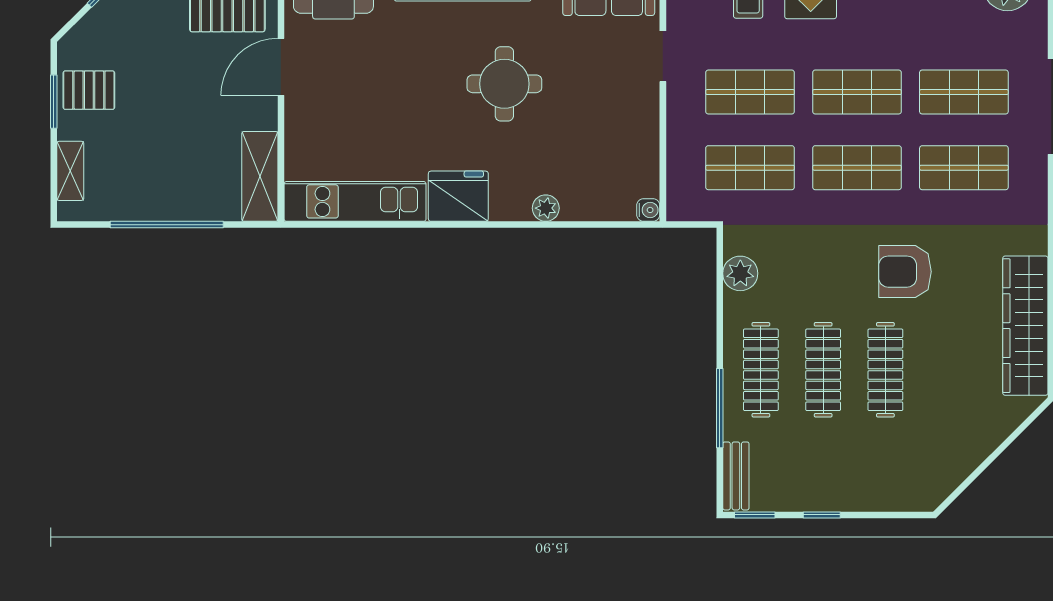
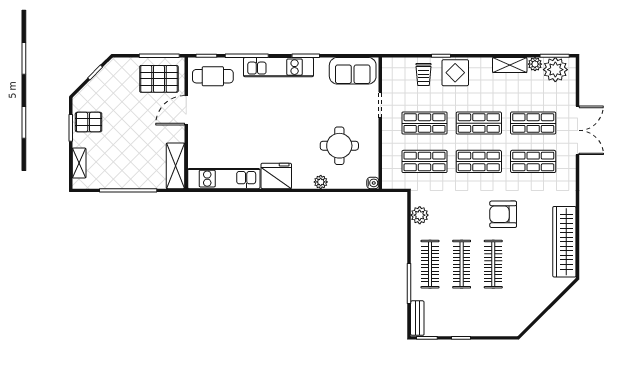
round table: (504, 84) -> (339, 146), moved

